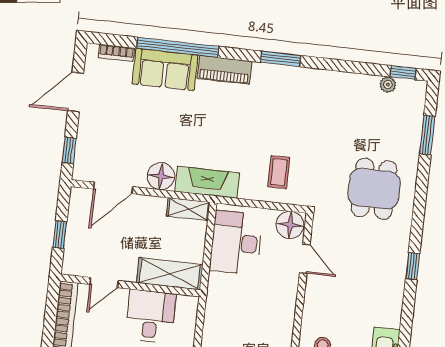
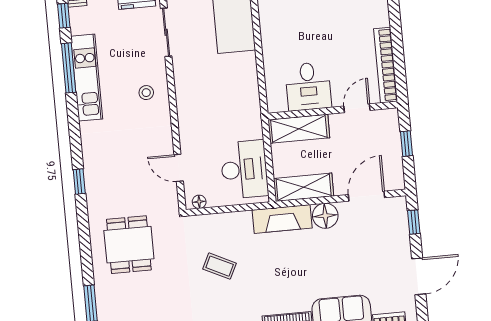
coffee table: (279, 172) -> (220, 266), moved, turned -64
shelving: (188, 209) -> (304, 187), width x1.50, depth x1.33
floor lamp: (290, 225) -> (199, 202), width x0.53, depth x0.53

